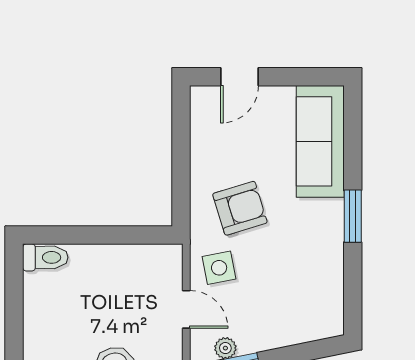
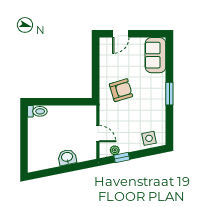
sofa: (320, 141) -> (155, 55), width x0.73
side table: (219, 268) -> (149, 138), moved

